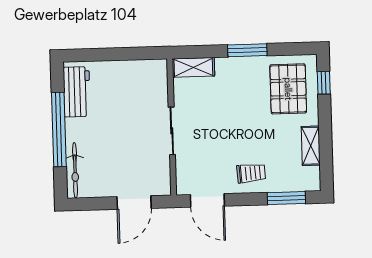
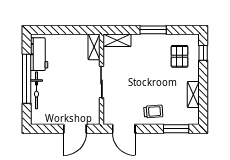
shelving: (159, 78) -> (94, 47), added
pallet: (288, 89) -> (180, 56), width x0.67, depth x0.71
bicycle: (75, 170) -> (37, 90), moved

